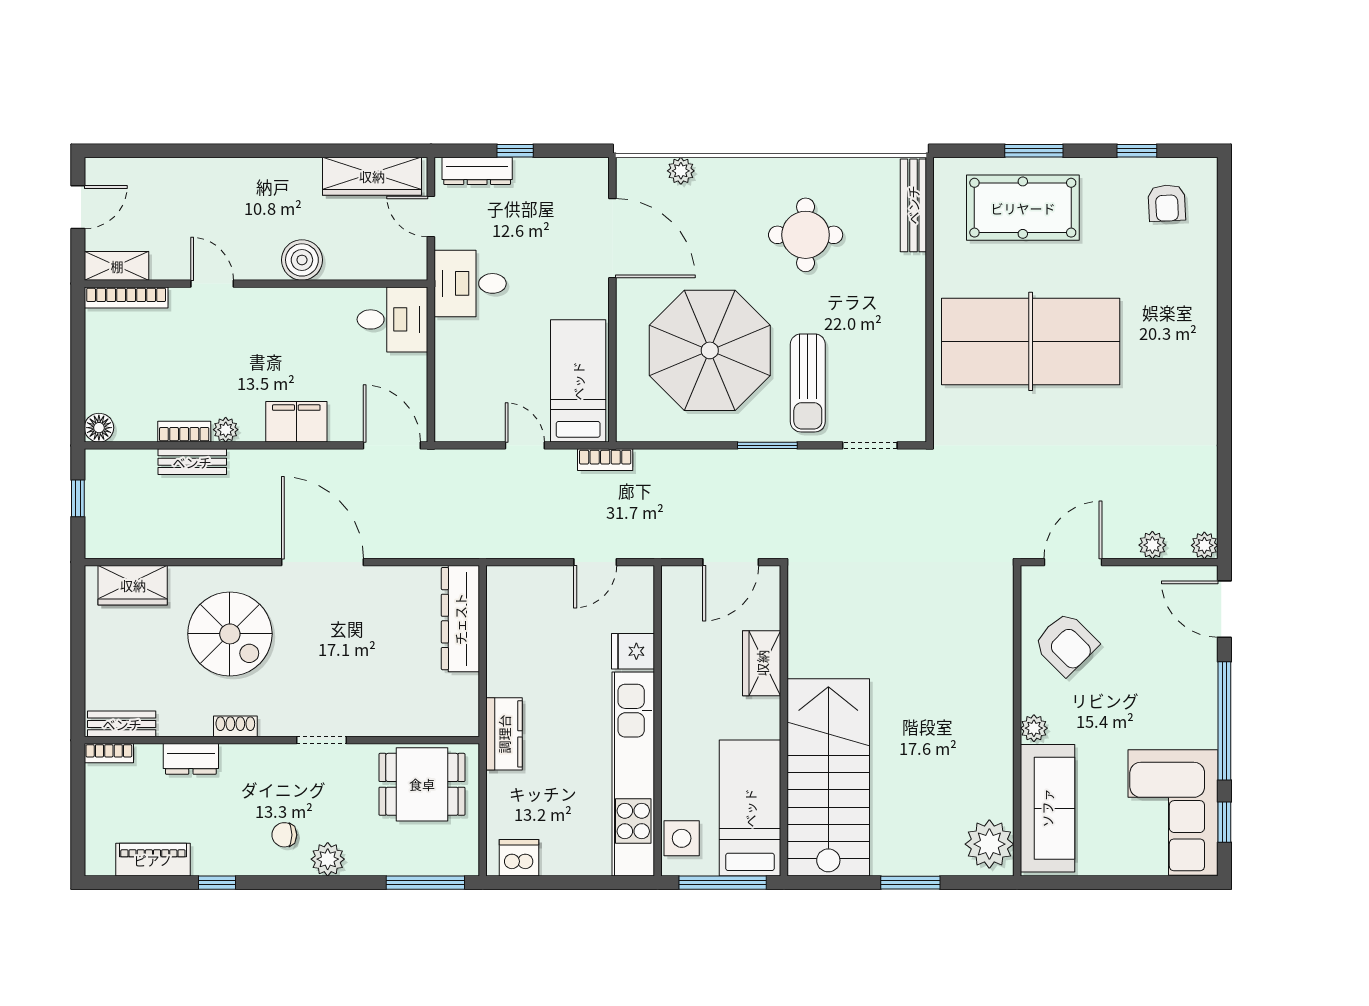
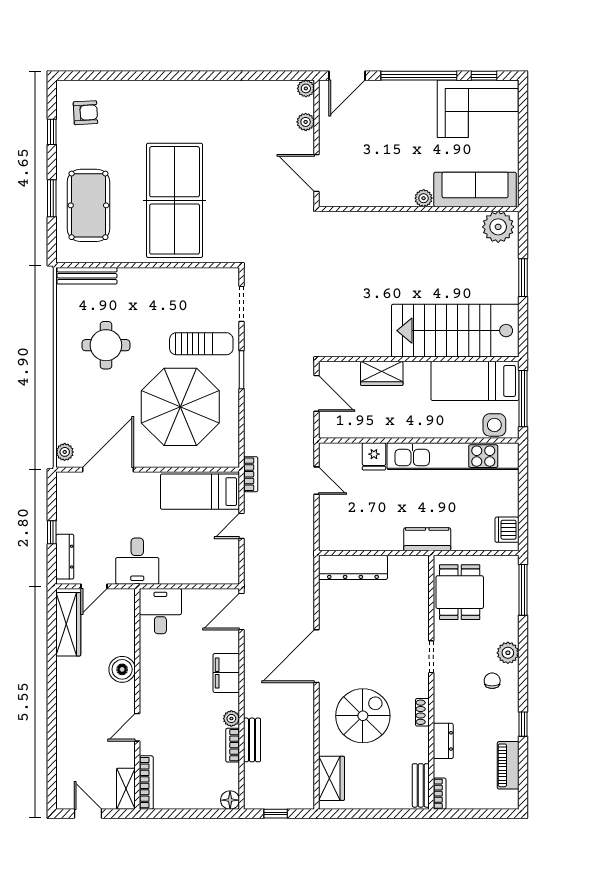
plant: (681, 171) -> (65, 452), moved
armchair: (1066, 644) -> (369, 178), removed
chair: (284, 835) -> (492, 681), turned 180

